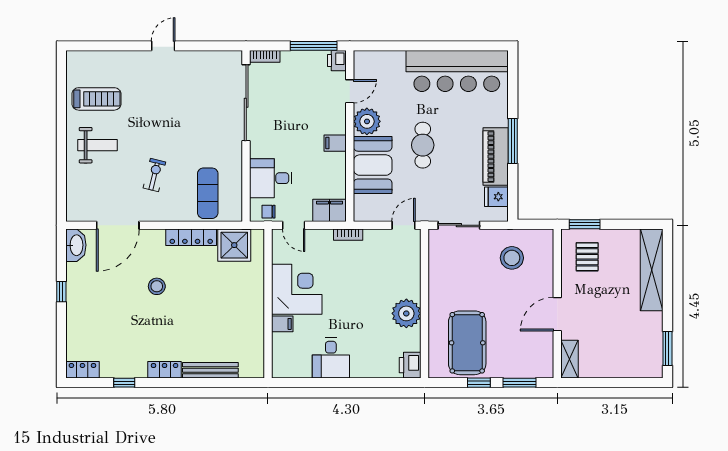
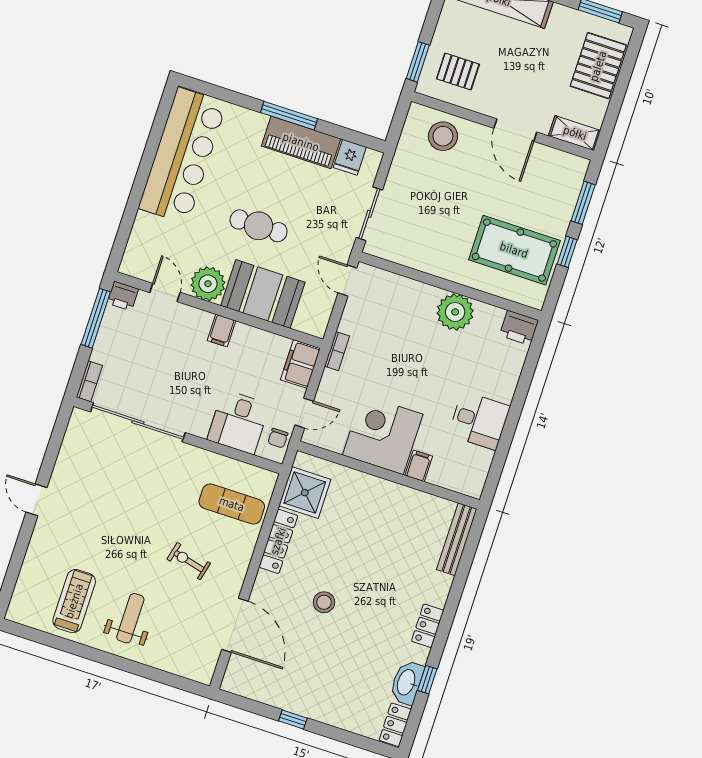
washbasin: (76, 245) -> (407, 683), moved, turned -90
stool: (512, 258) -> (443, 136), moved
pallet: (626, 360) -> (598, 66), added
bench: (210, 370) -> (457, 539), moved

